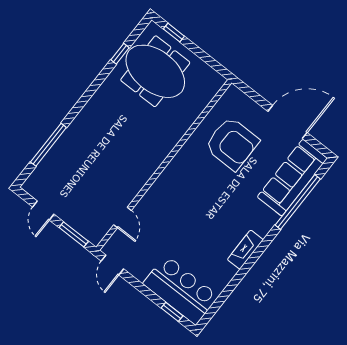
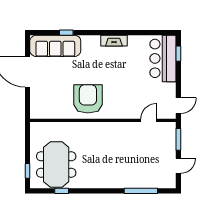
armchair: (232, 144) -> (88, 99), moved
window: (298, 202) -> (66, 33), width x0.32

